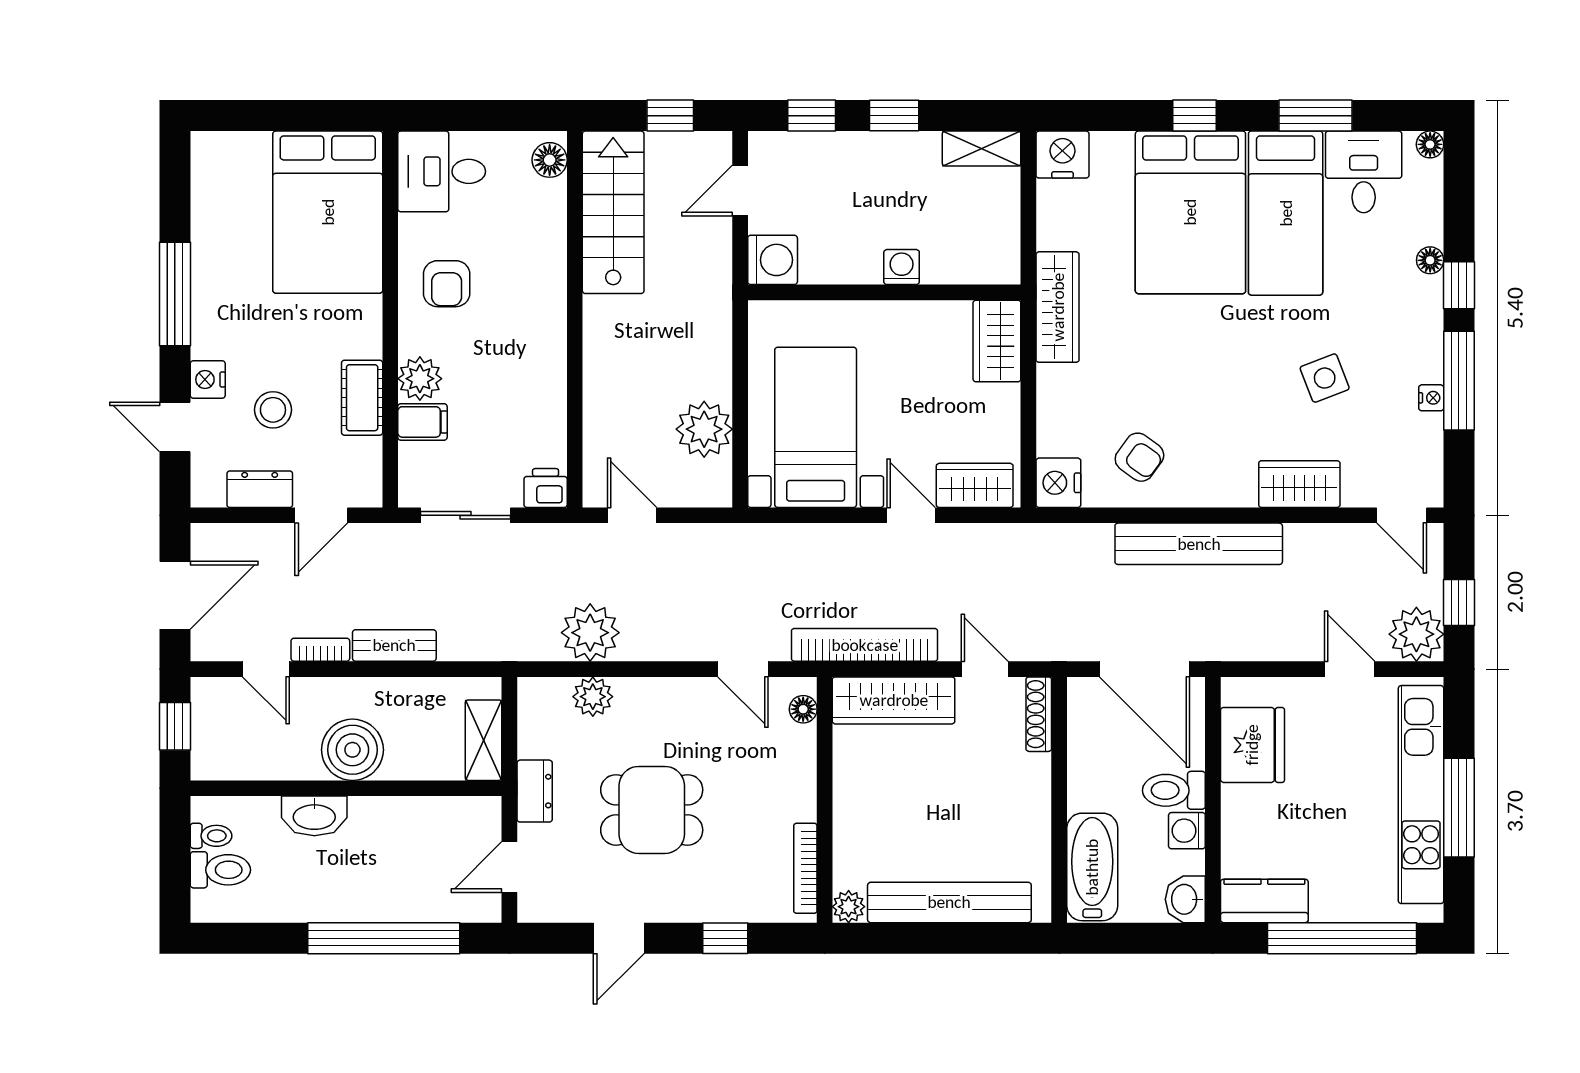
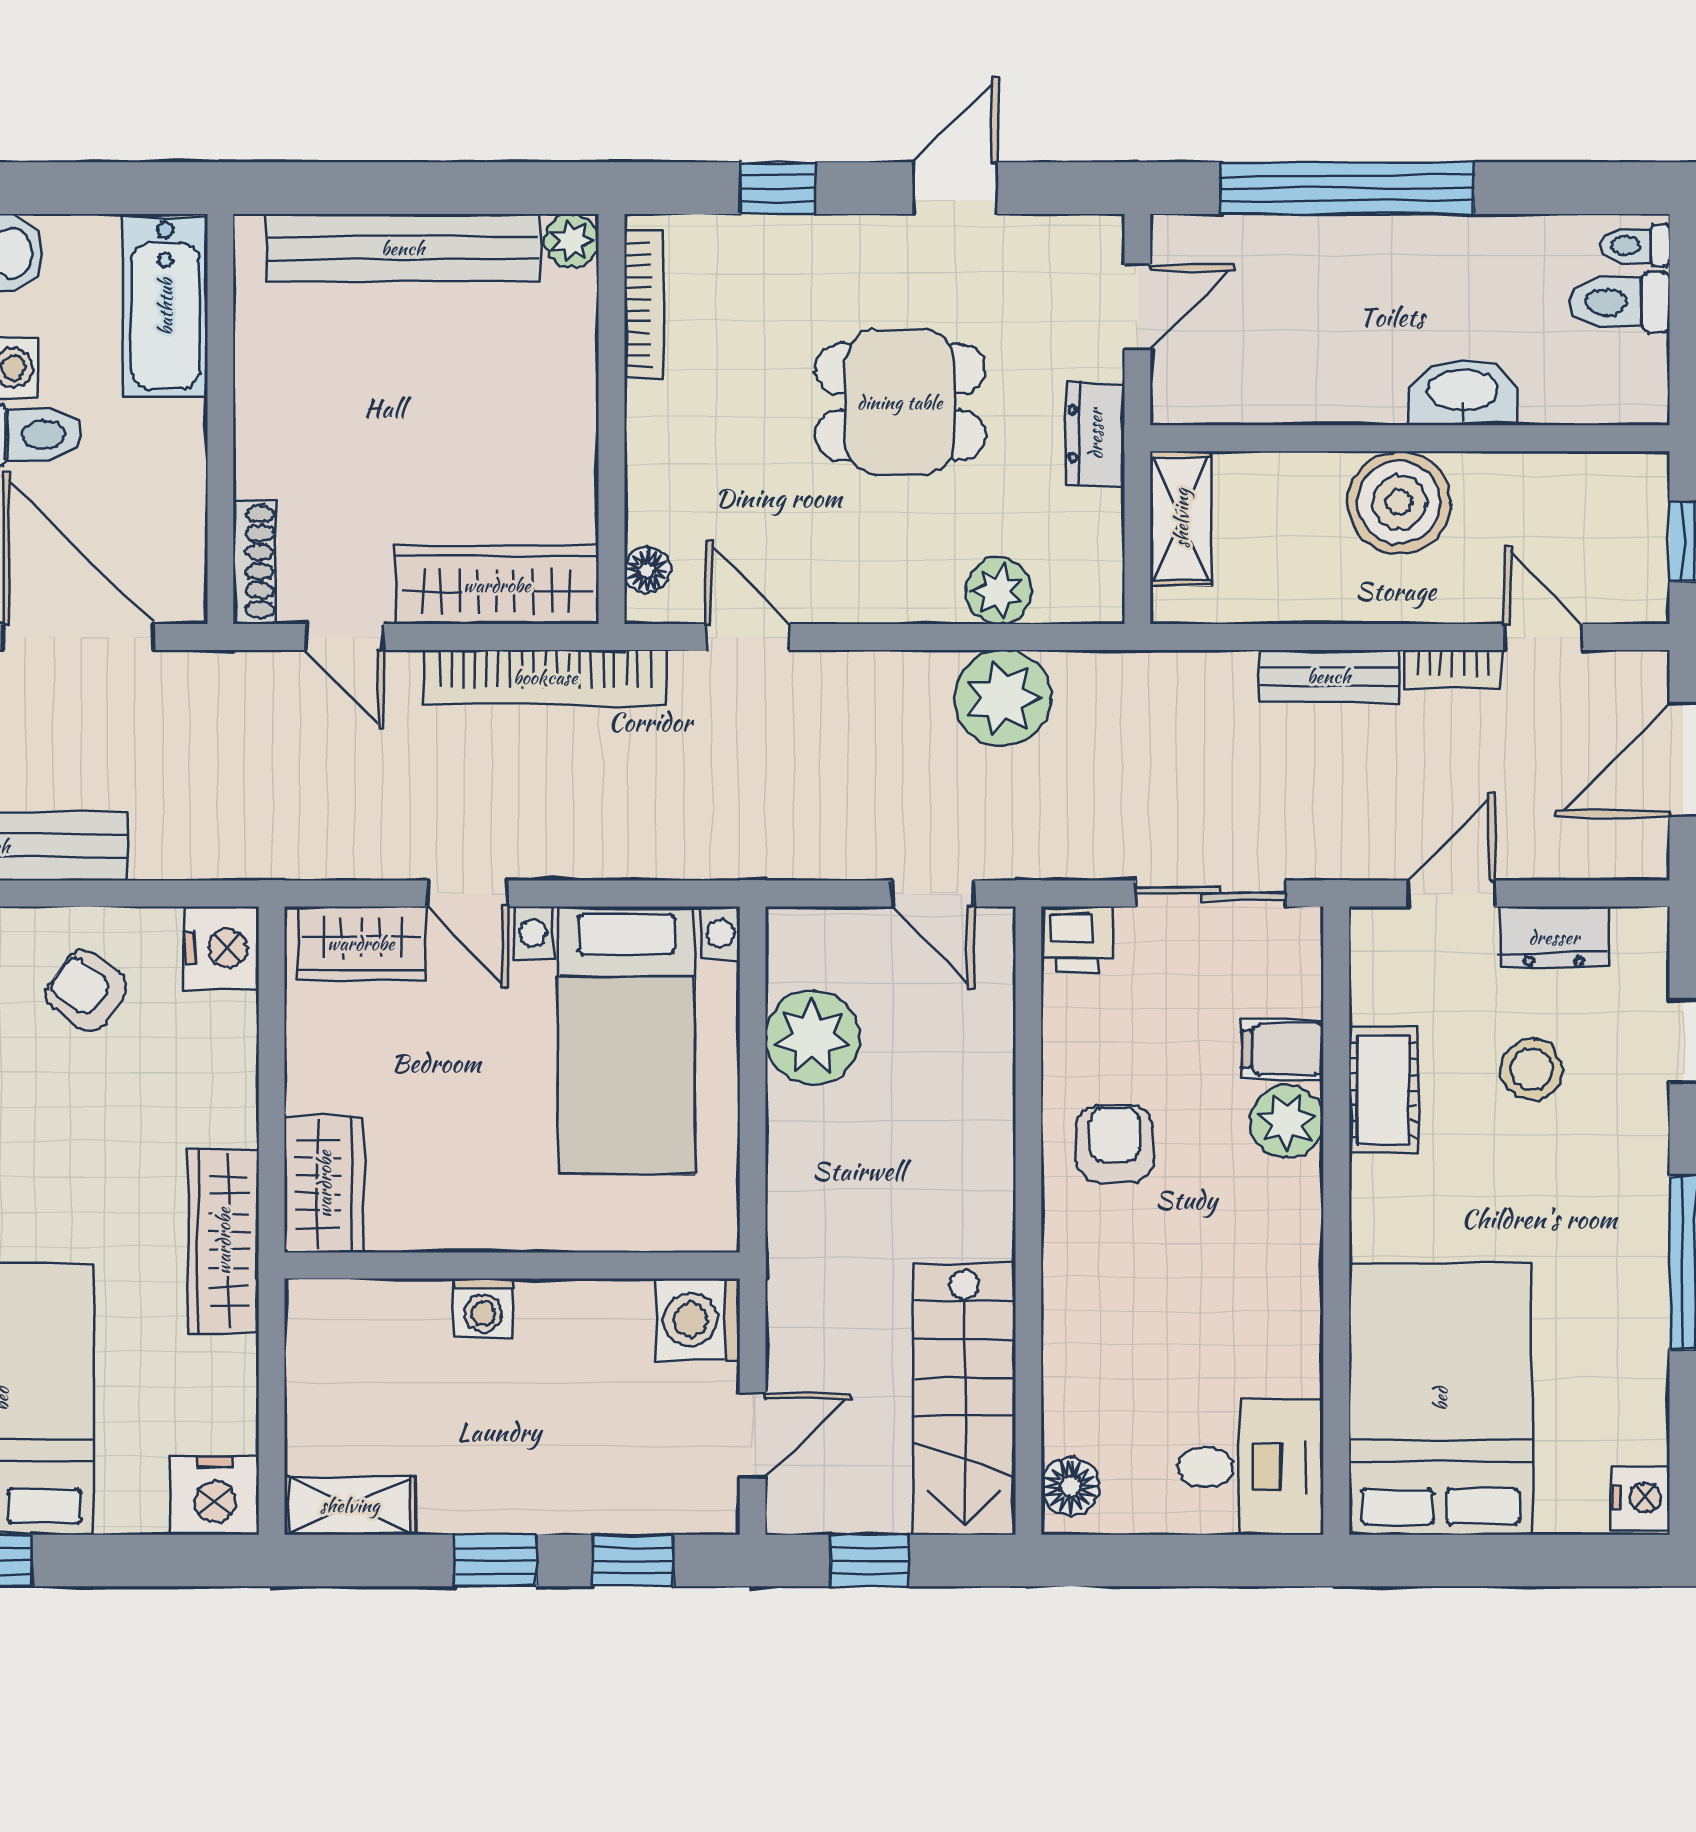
armchair: (447, 284) -> (1115, 1144), moved
nightstand: (208, 379) -> (1641, 1498), moved
toilet: (211, 836) -> (1635, 245), moved

